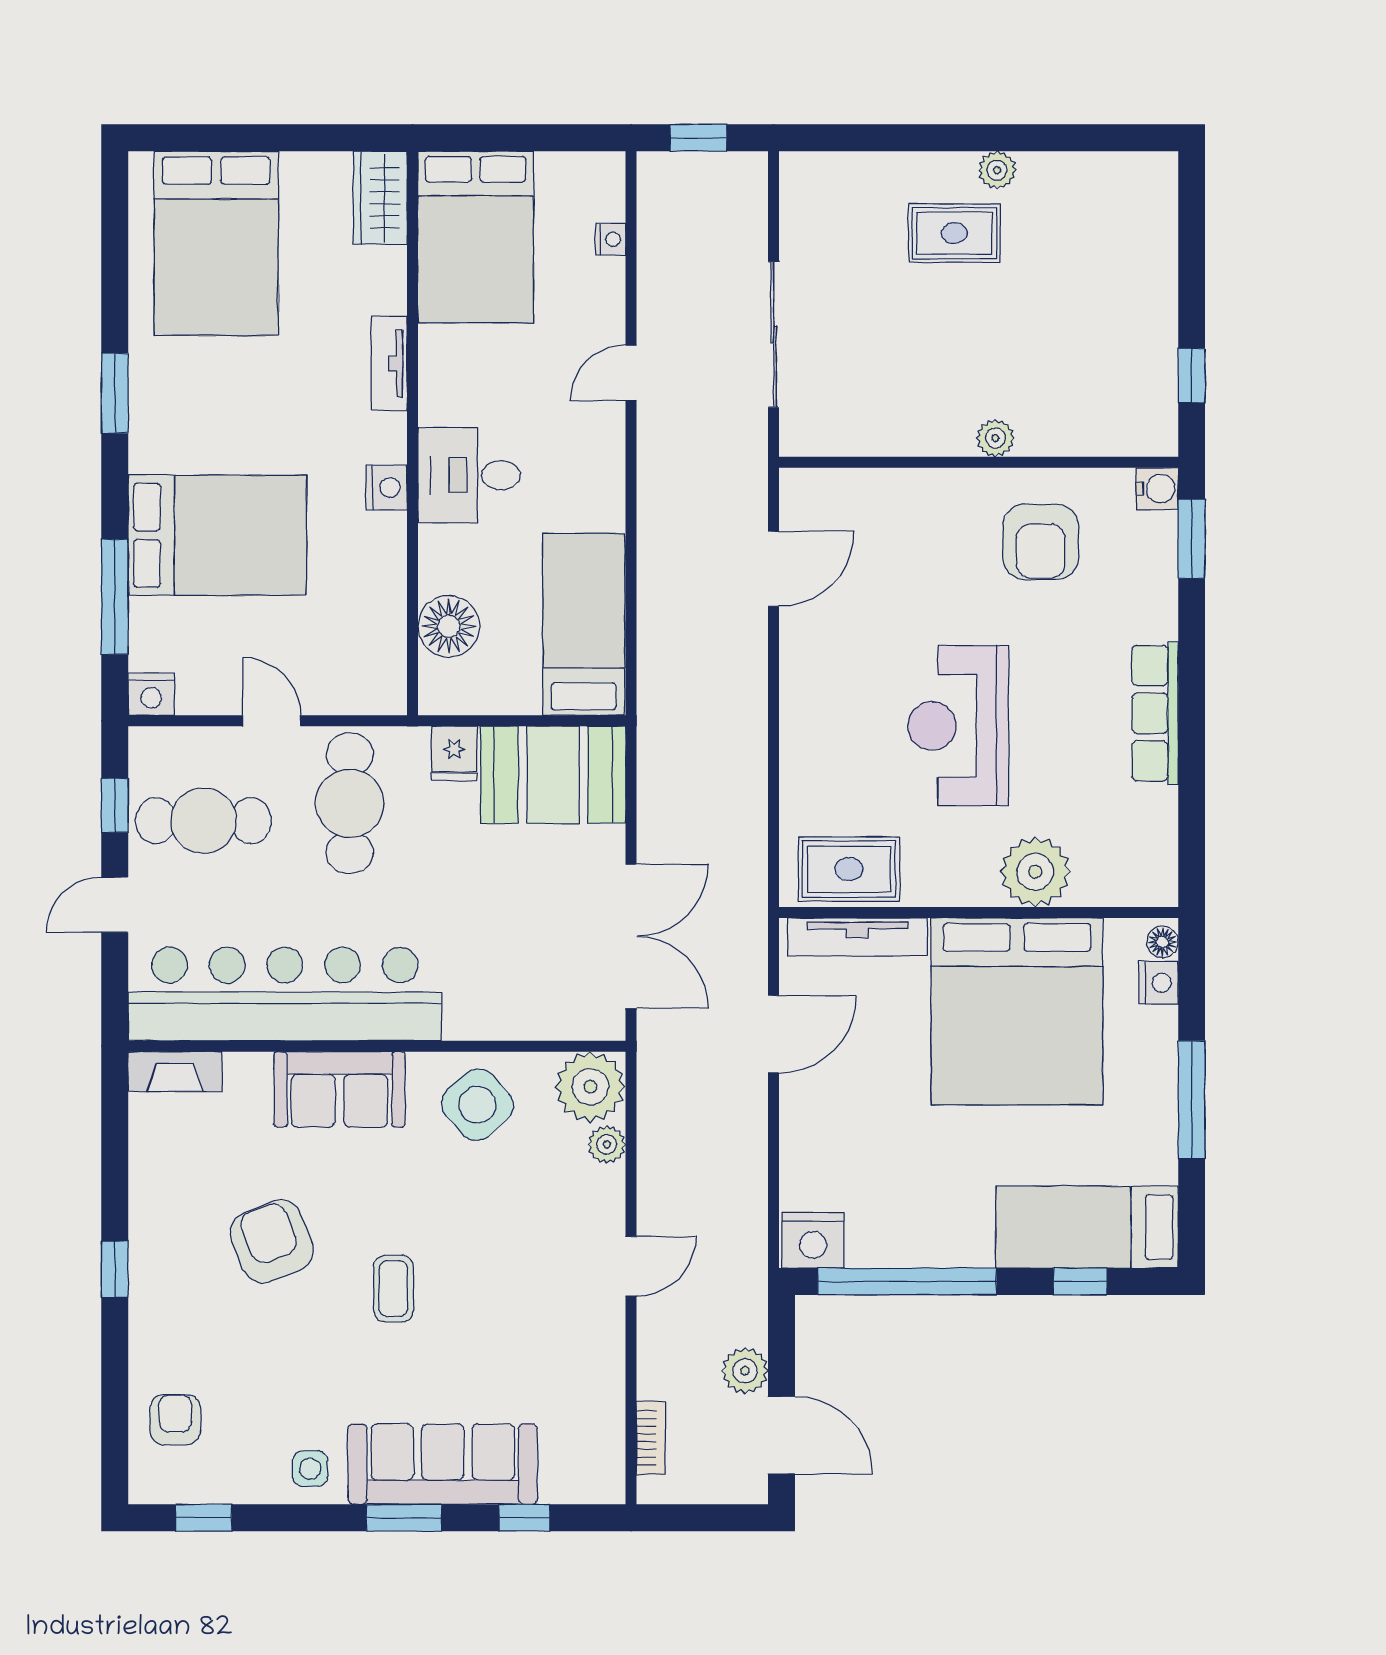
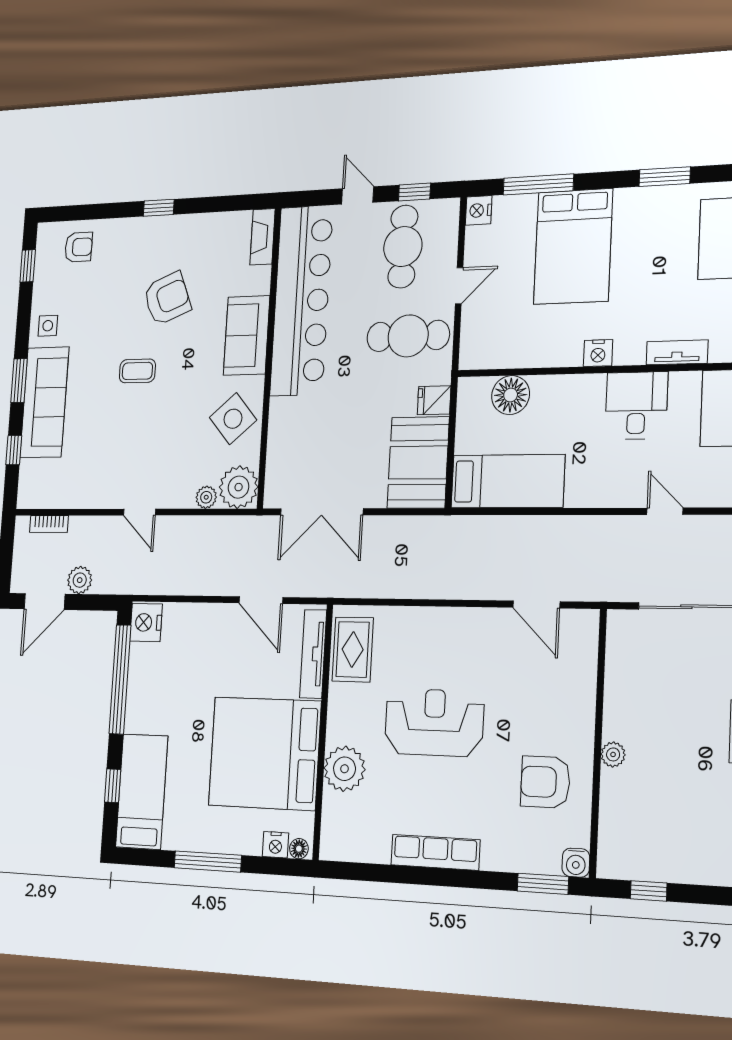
desk: (469, 475) -> (636, 405), moved

